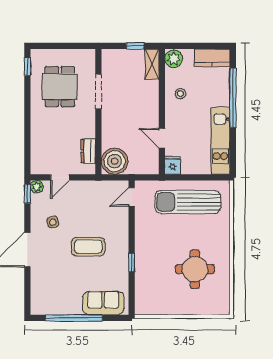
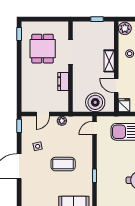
shelving: (152, 64) -> (109, 61), moved
dresser: (88, 151) -> (63, 81), moved
boiler: (115, 161) -> (95, 102), moved
plant: (37, 187) -> (62, 121), moved

